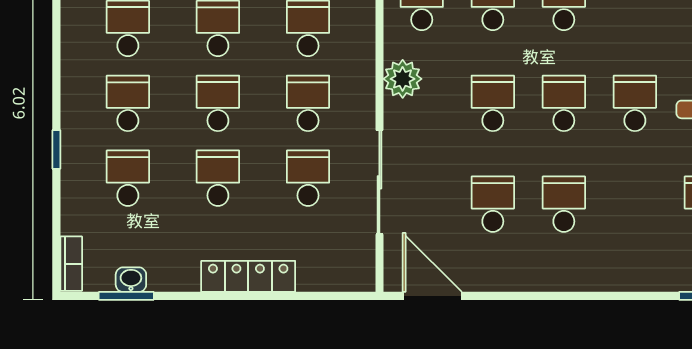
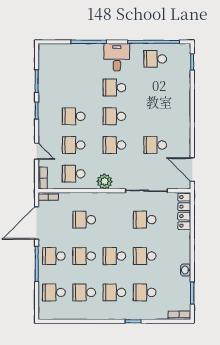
school desk: (308, 103) -> (114, 220), removed
school desk: (564, 204) -> (155, 116), removed
locker: (248, 276) -> (184, 211), moved
washbasin: (131, 280) -> (186, 270), moved
door: (432, 296) -> (192, 169), hinge flipped

